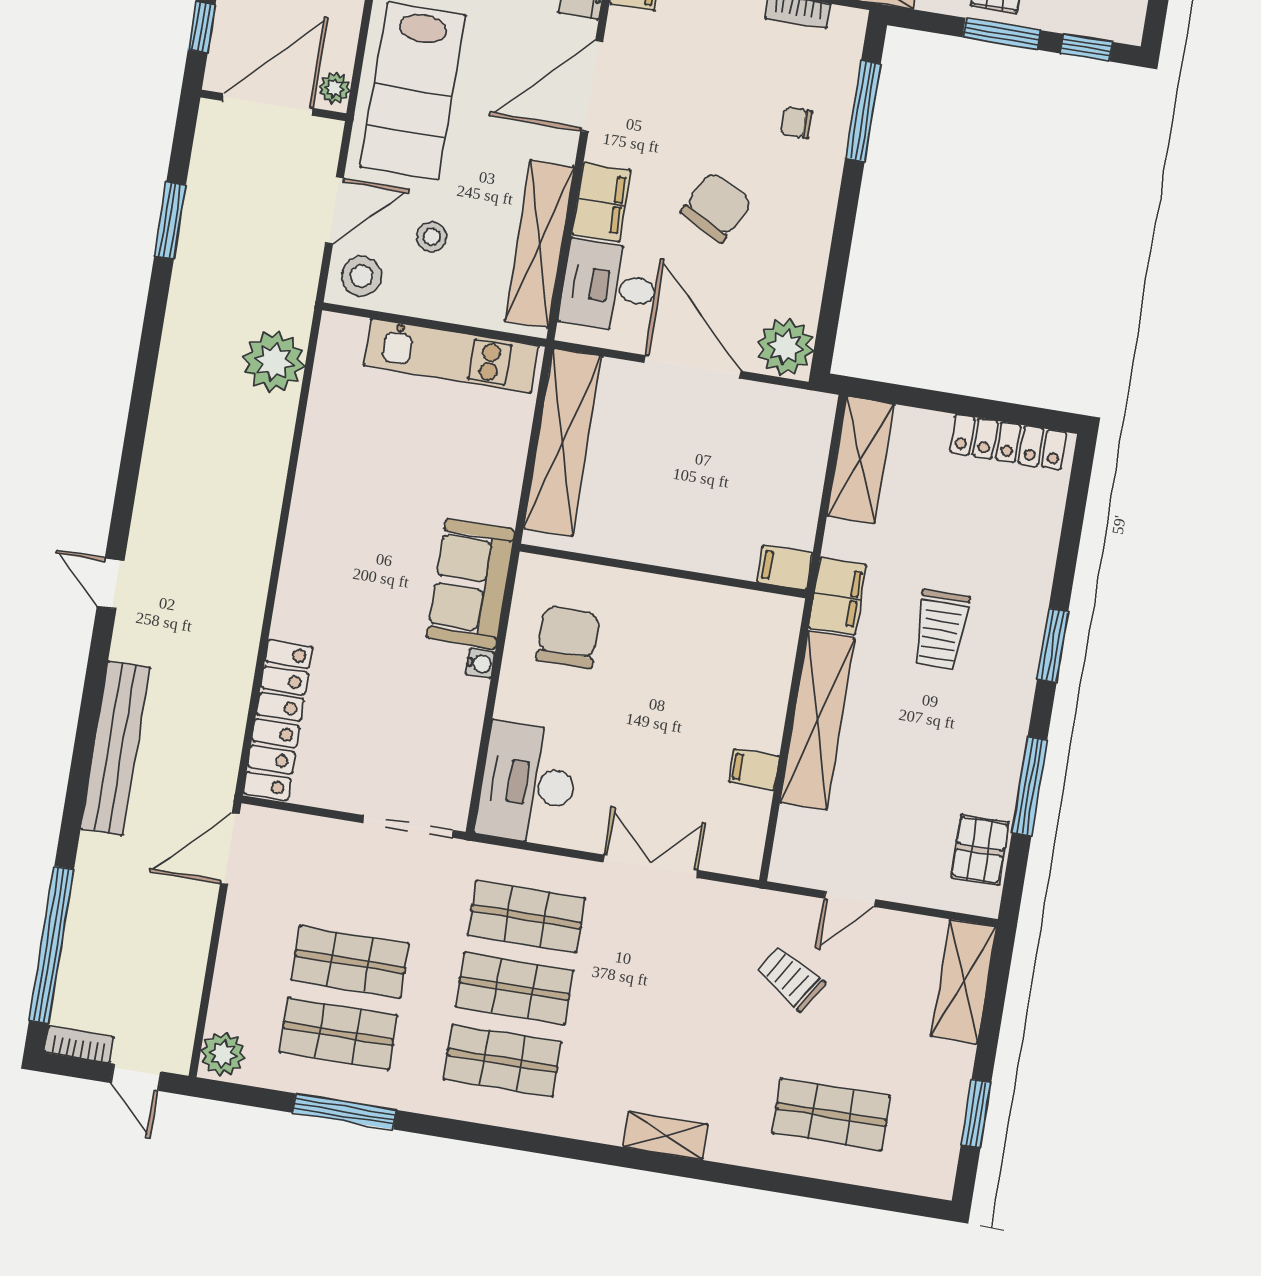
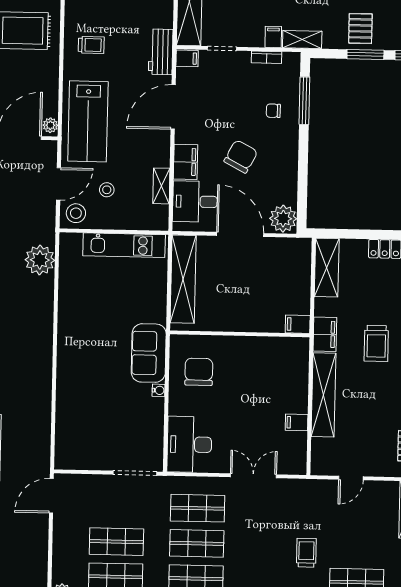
shelving: (539, 244) -> (161, 186), width x0.45, depth x0.75
locker: (278, 720) -> (66, 431), removed
trolley: (791, 978) -> (306, 553), moved, turned 58

